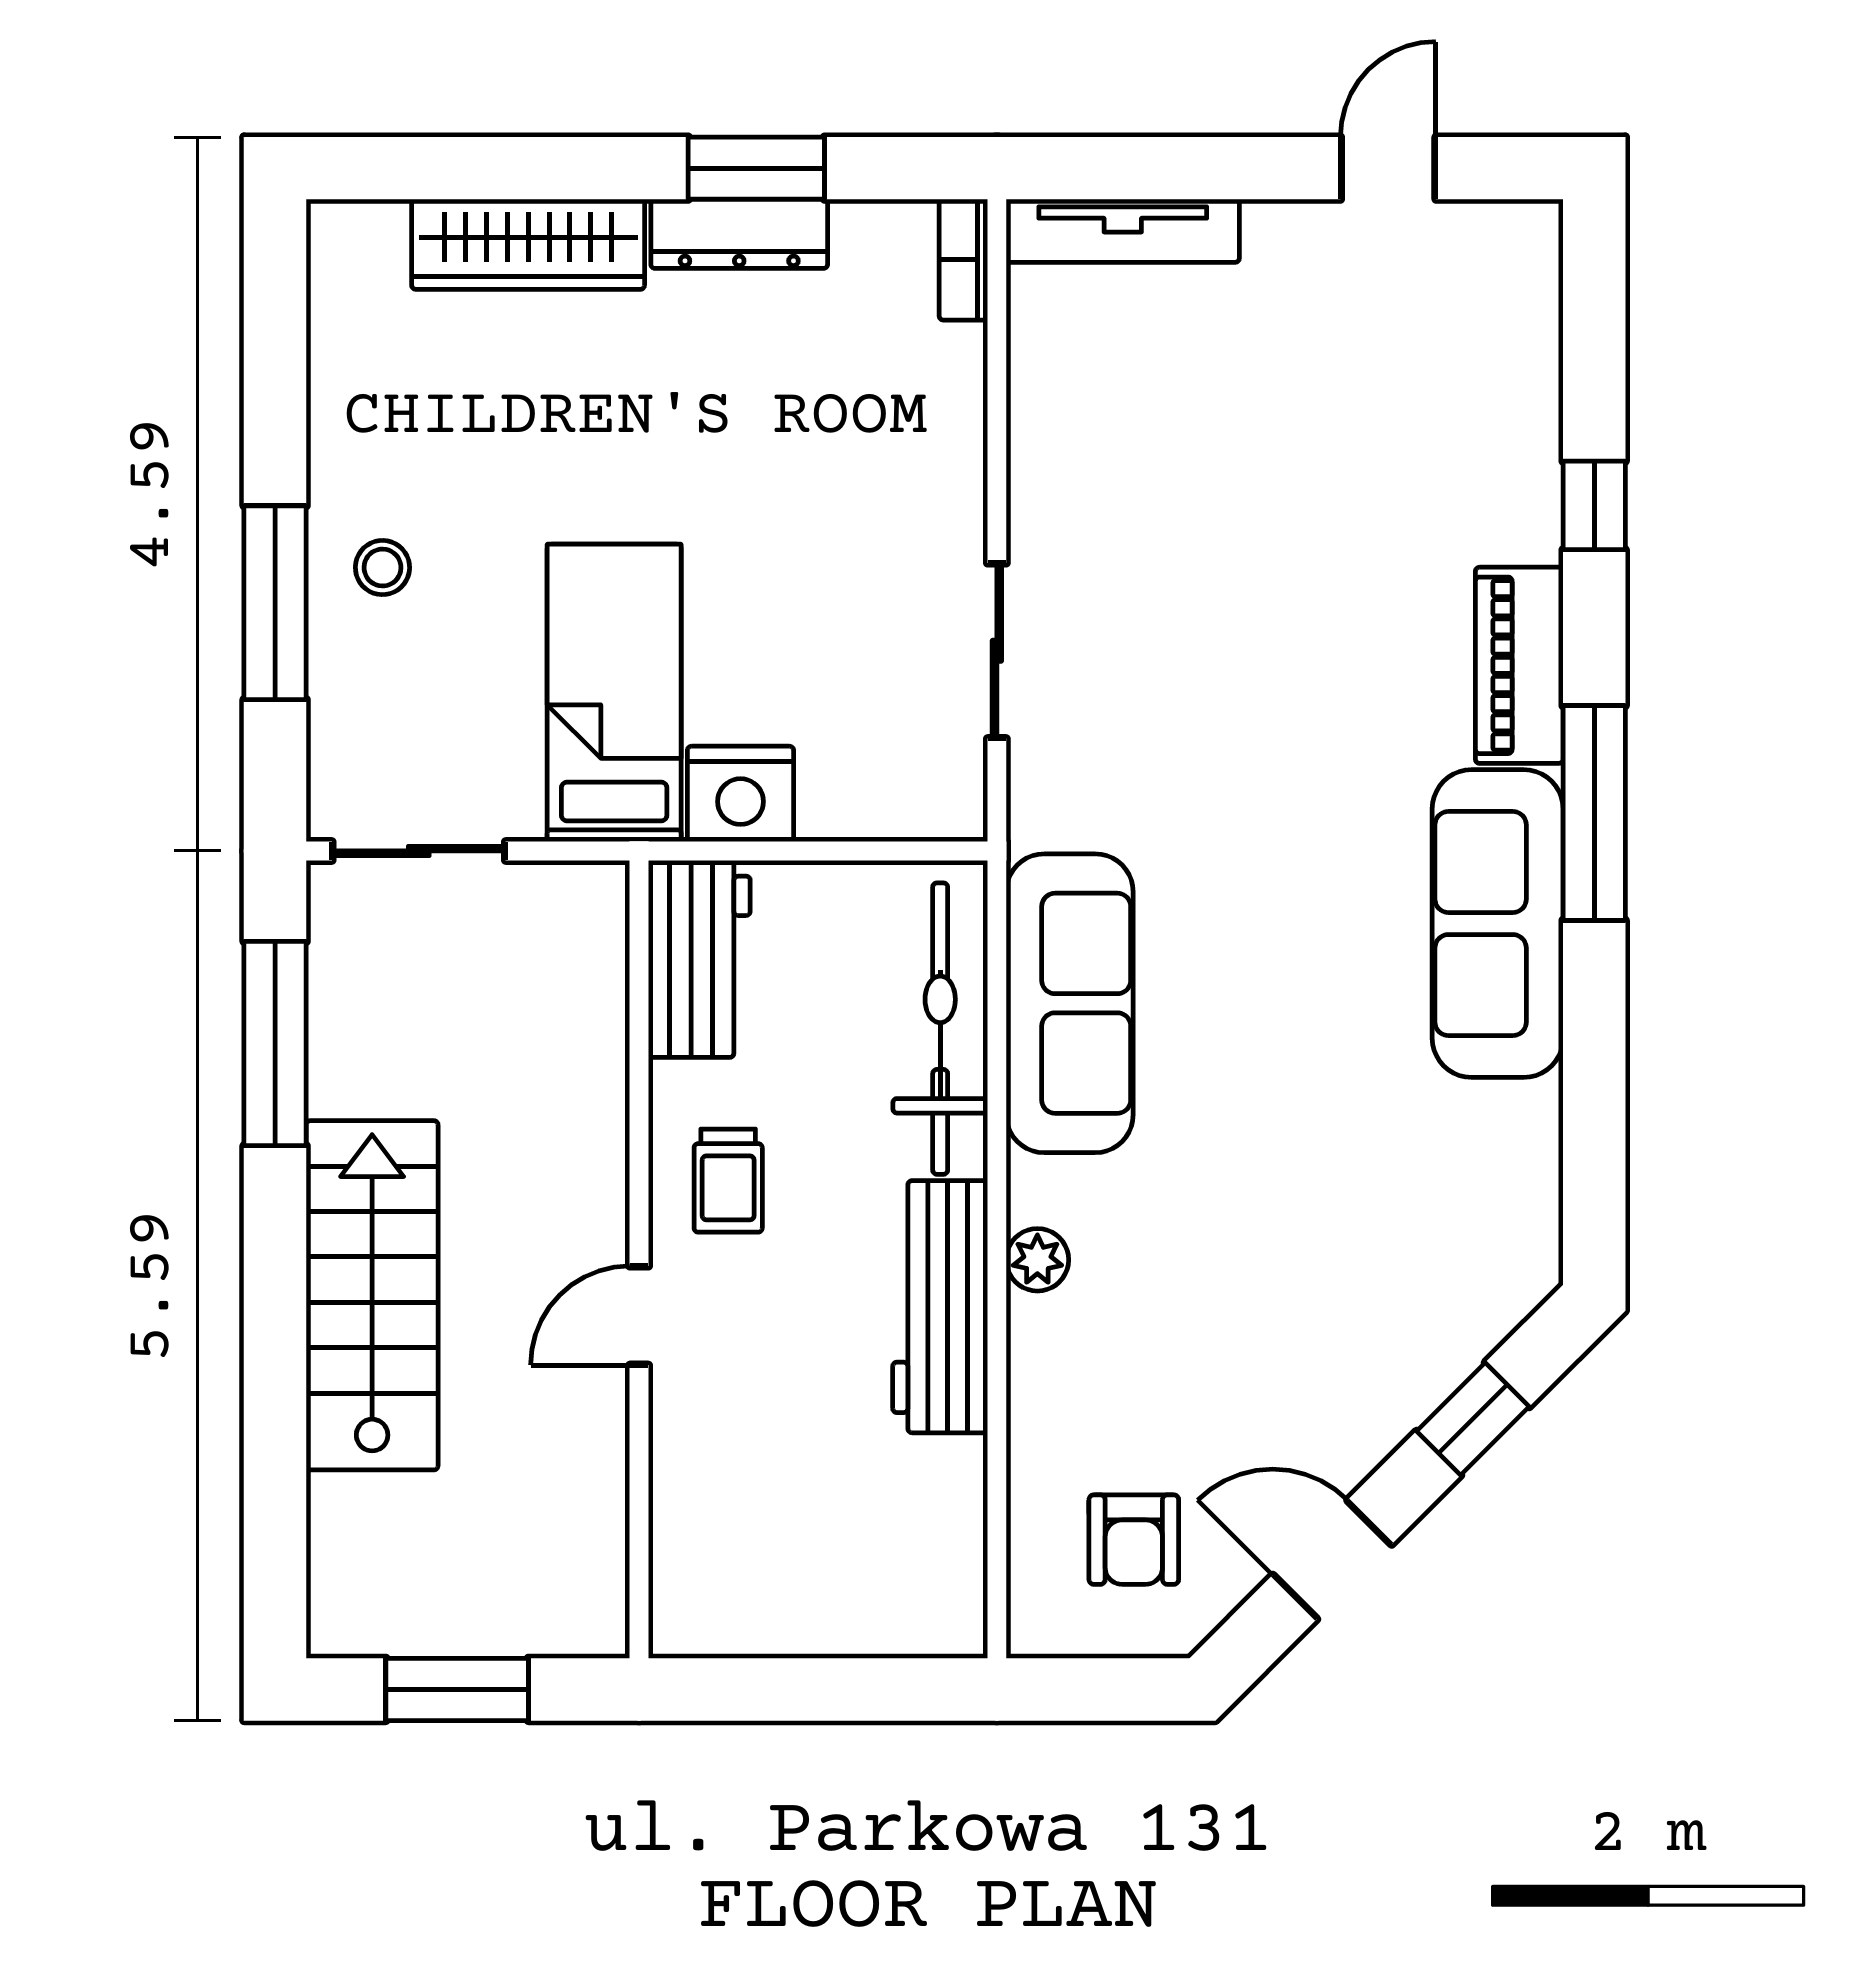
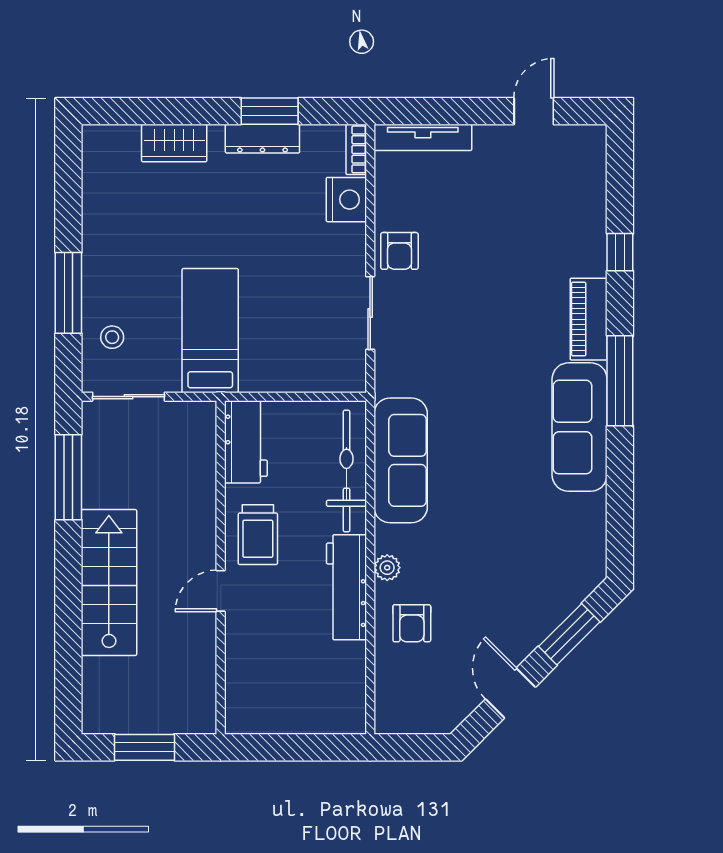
wardrobe: (528, 244) -> (174, 143), width x0.67
armchair: (1067, 502) -> (399, 251), added
stool: (382, 568) -> (112, 337), moved
nightstand: (740, 794) -> (346, 200), moved, turned -90
trolley: (728, 1181) -> (258, 535), width x1.36, depth x1.39
window: (1473, 1419) -> (569, 634), width x1.50
armchair: (1134, 1540) -> (412, 623), moved
door: (1332, 1560) -> (510, 693), hinge flipped

